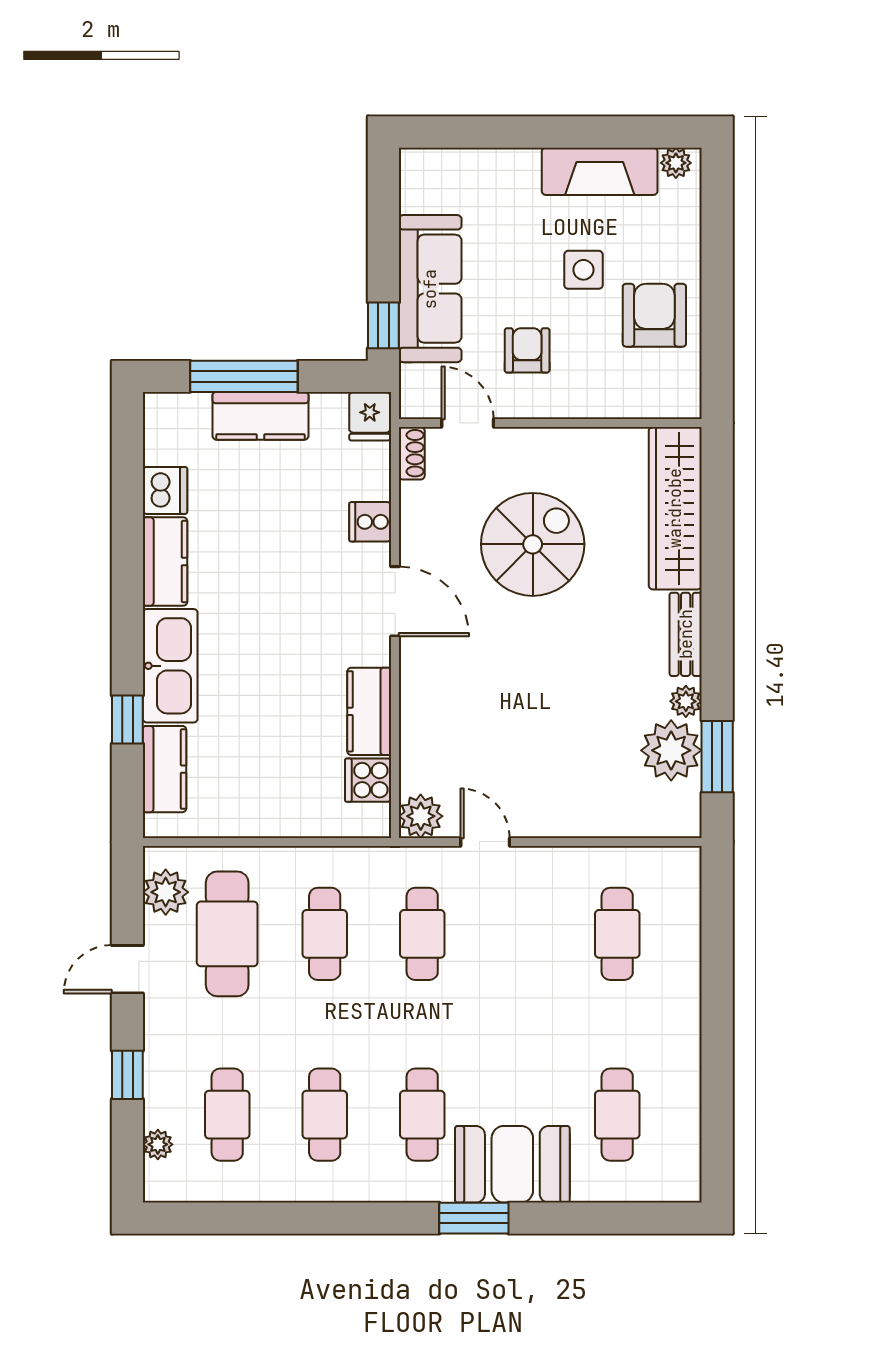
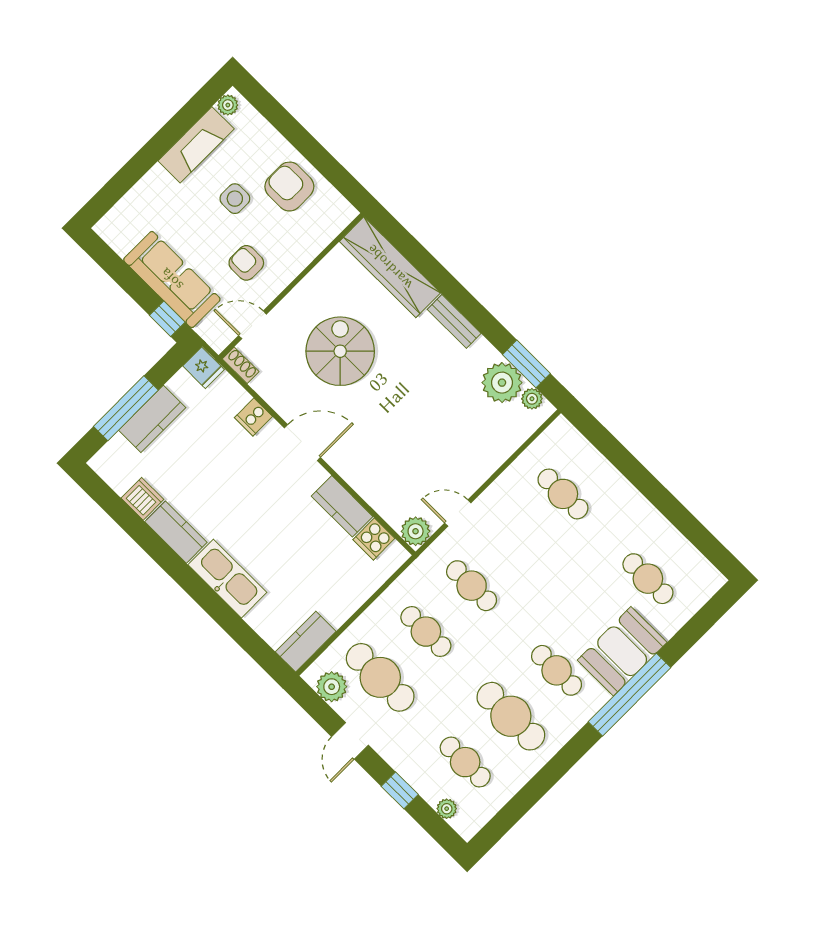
plant: (686, 701) -> (532, 399), moved
window: (127, 719) -> (233, 624), removed
kitchen counter: (165, 769) -> (306, 642), moved, turned -90
cafe table: (325, 1115) -> (511, 716), width x1.37, depth x1.35
window: (474, 1218) -> (629, 695), width x2.11

